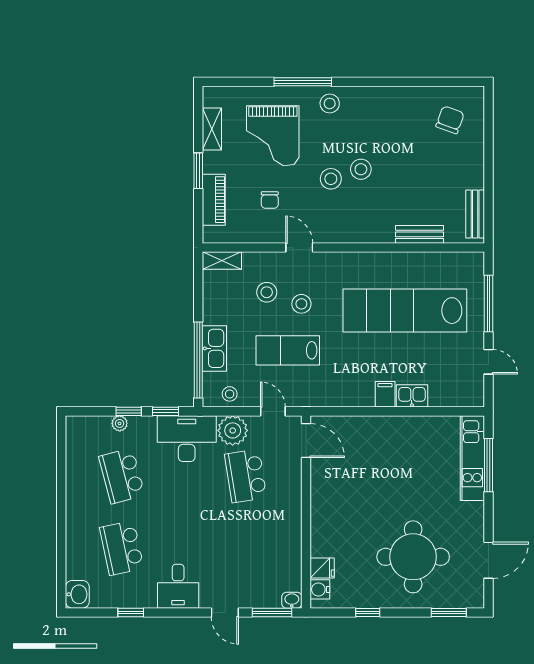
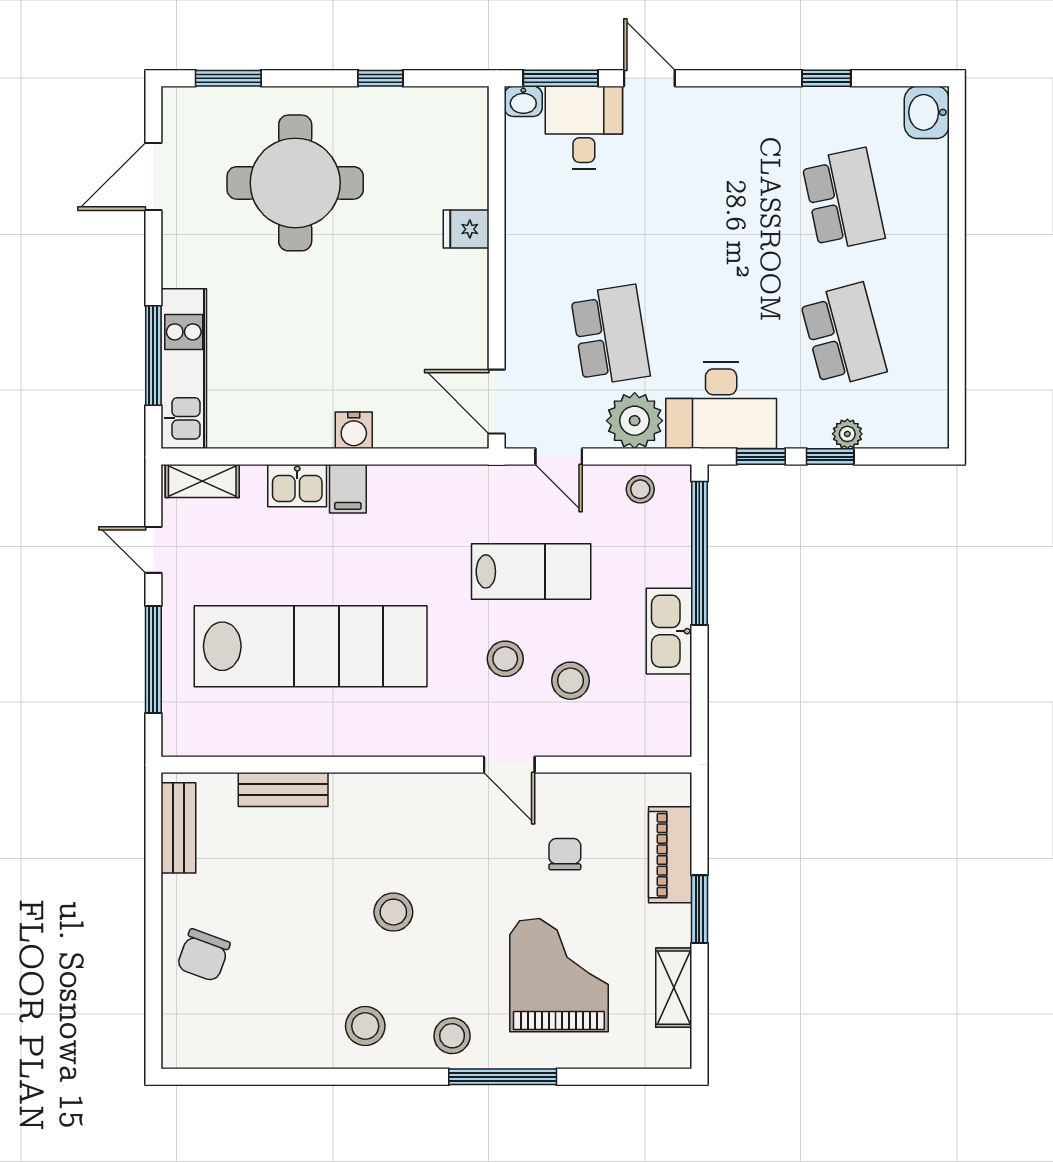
chair: (450, 120) -> (203, 955), moved
stool: (331, 179) -> (365, 1026), moved
shelving: (222, 261) -> (202, 481), moved
kitchen sink: (214, 348) -> (669, 631), moved
fridge: (322, 568) -> (466, 229), moved
desk: (178, 586) -> (584, 128), moved
water cooler: (320, 589) -> (354, 430), moved, turned 90

